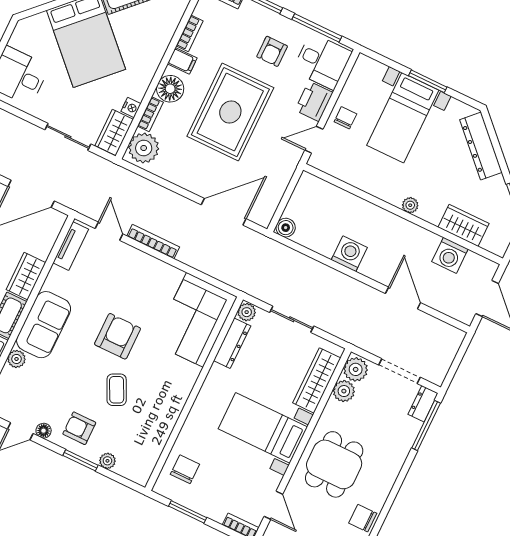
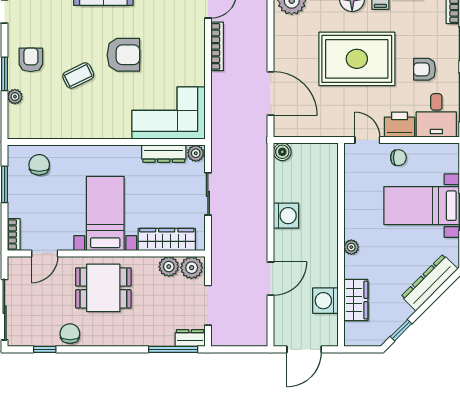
floor lamp: (44, 431) -> (14, 31), removed
chair: (185, 469) -> (39, 165), turned -90

